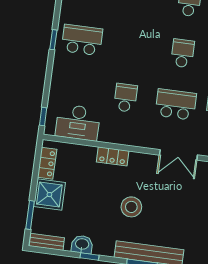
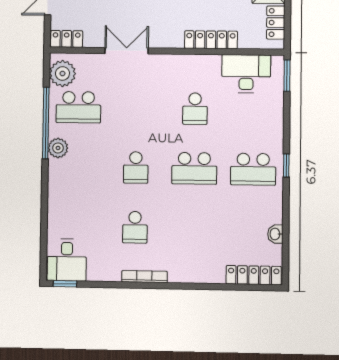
school desk: (176, 104) -> (194, 168), moved
window: (43, 117) -> (287, 76), width x1.50
locker: (113, 156) -> (211, 40), width x1.53

